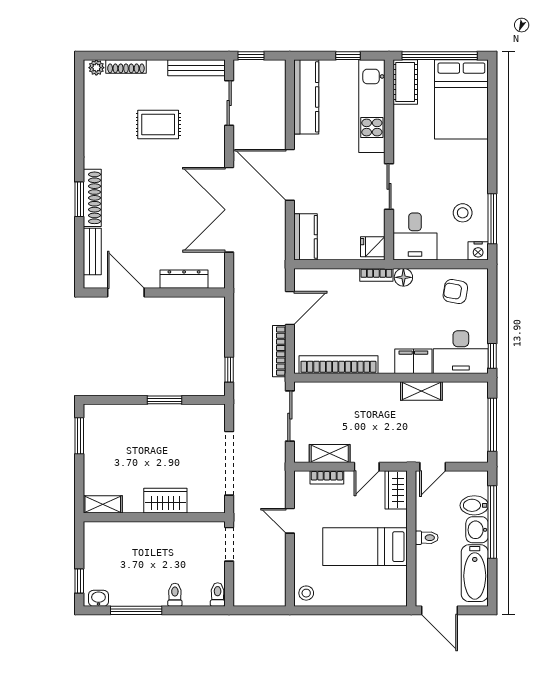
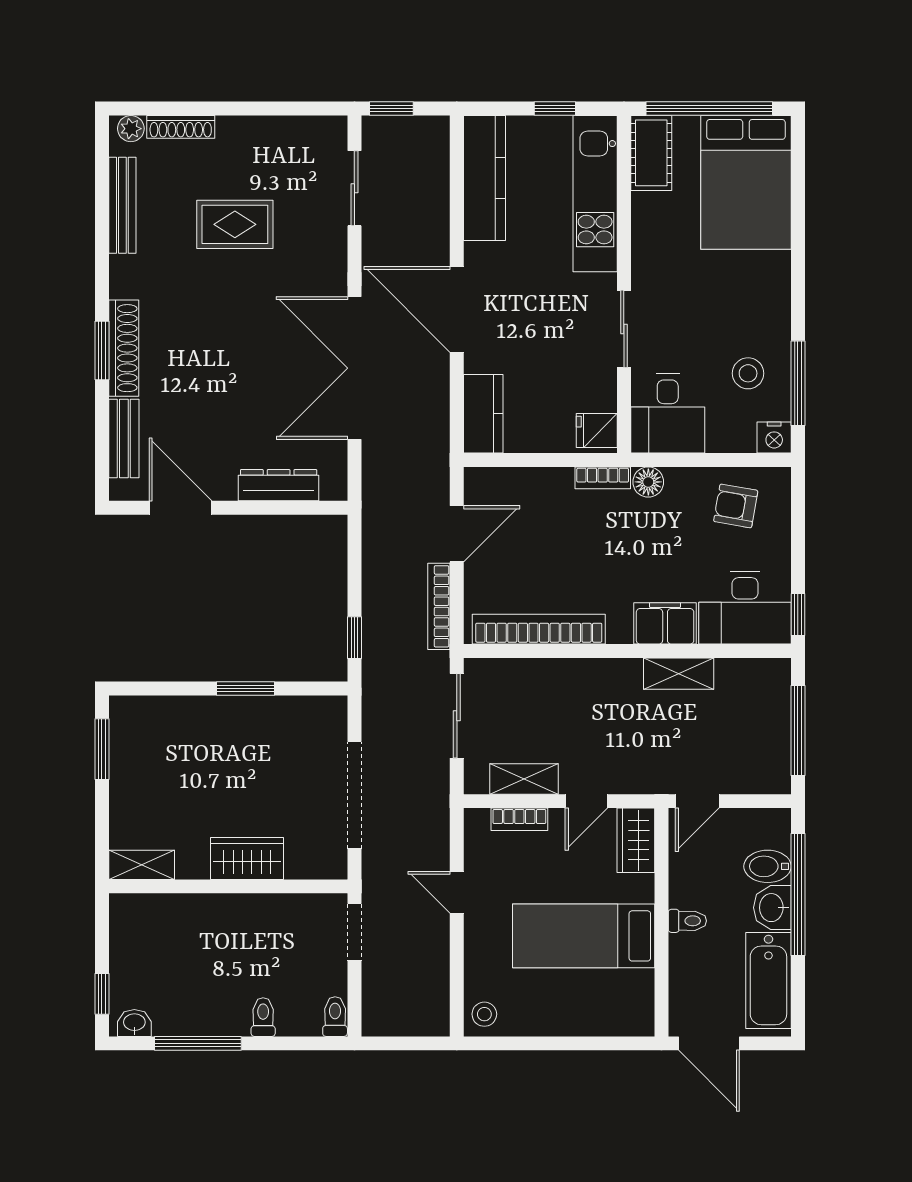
bench: (196, 68) -> (122, 205), moved, turned 90

